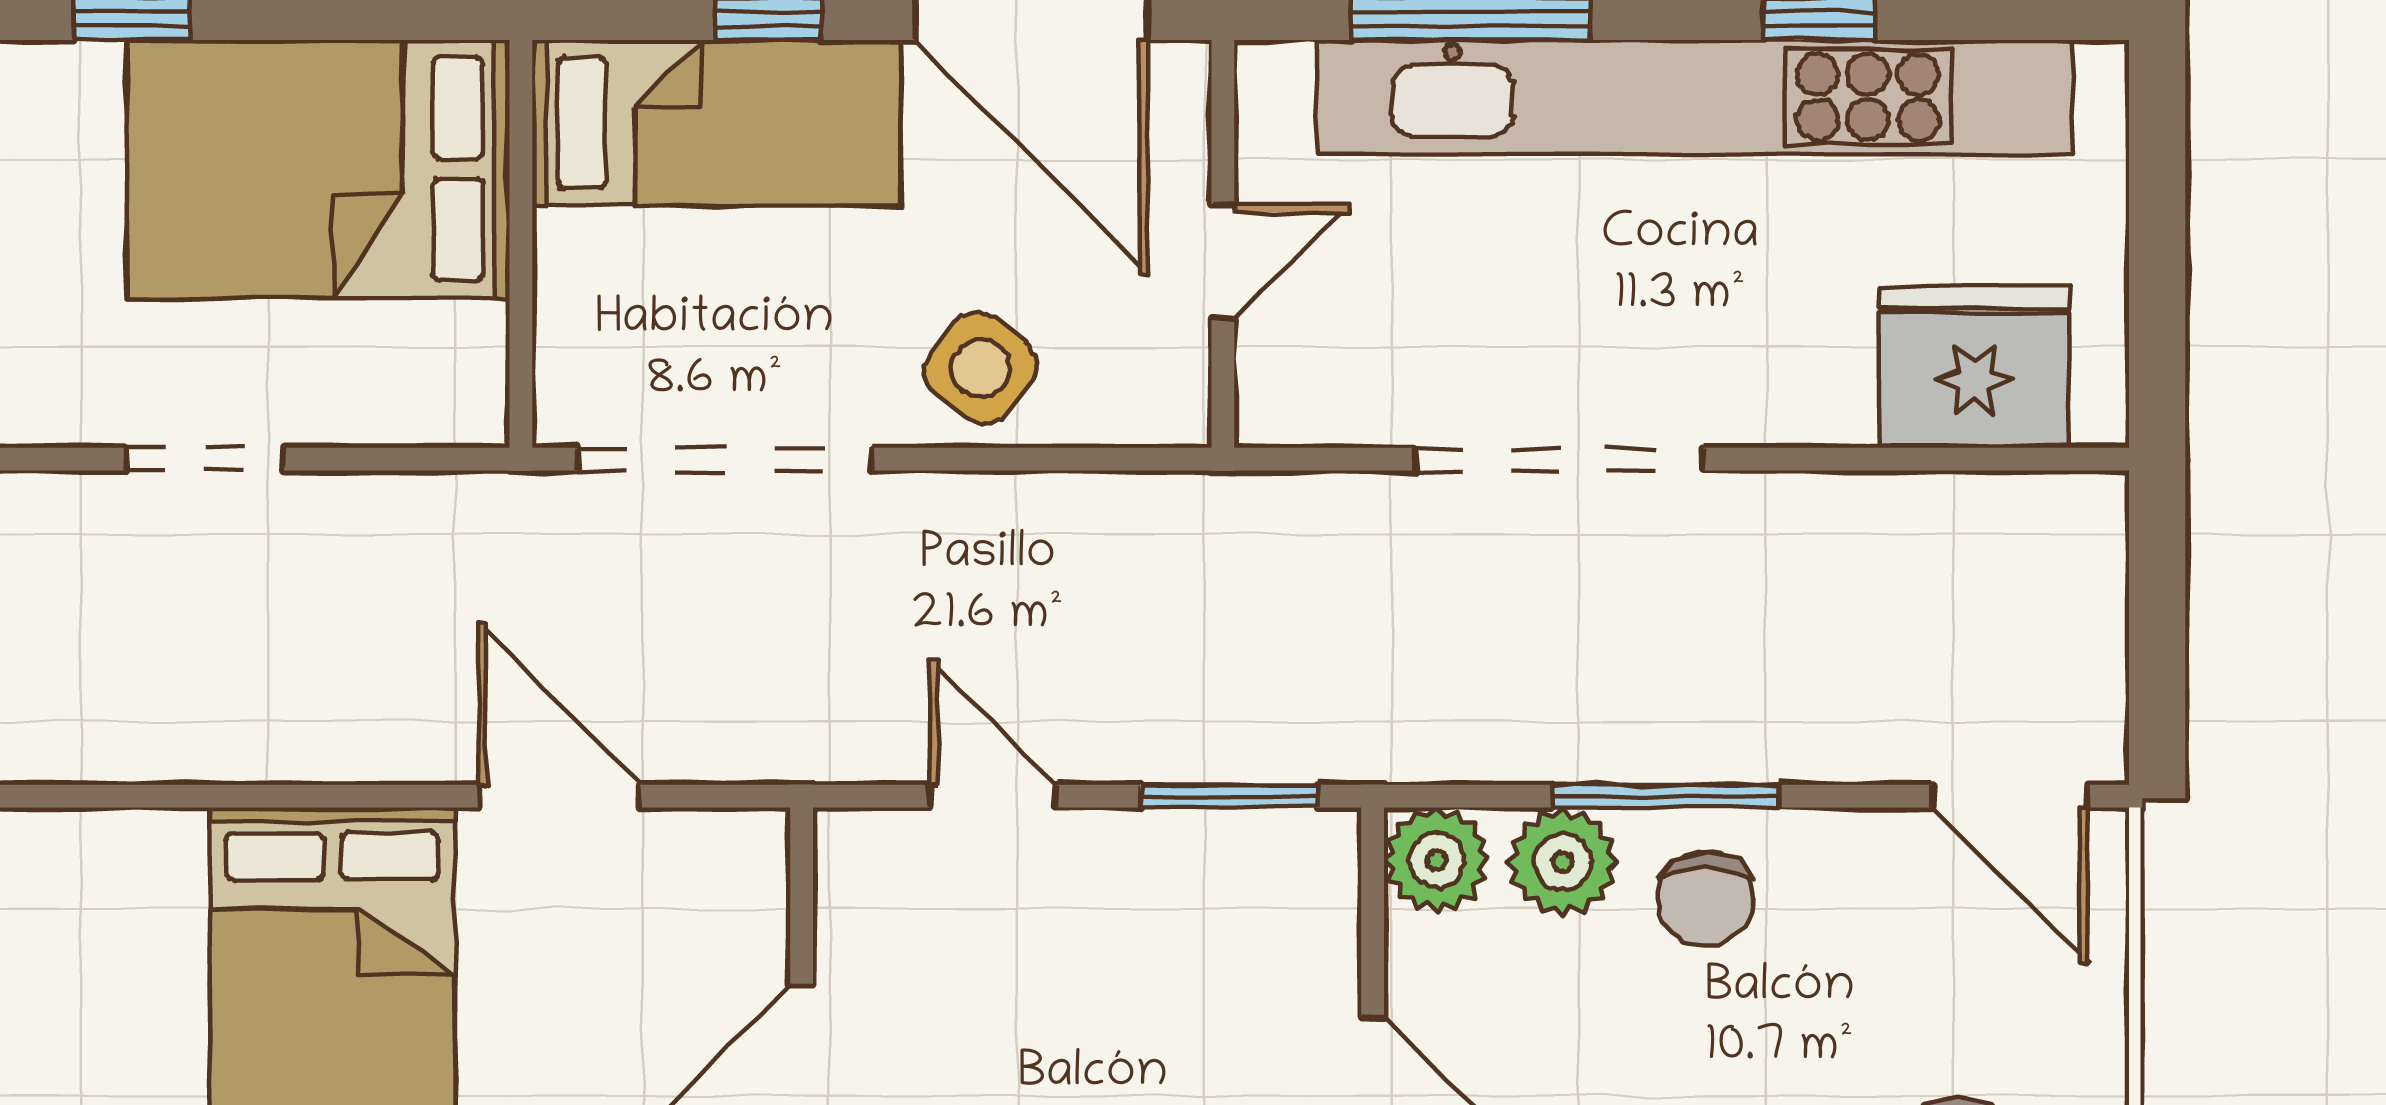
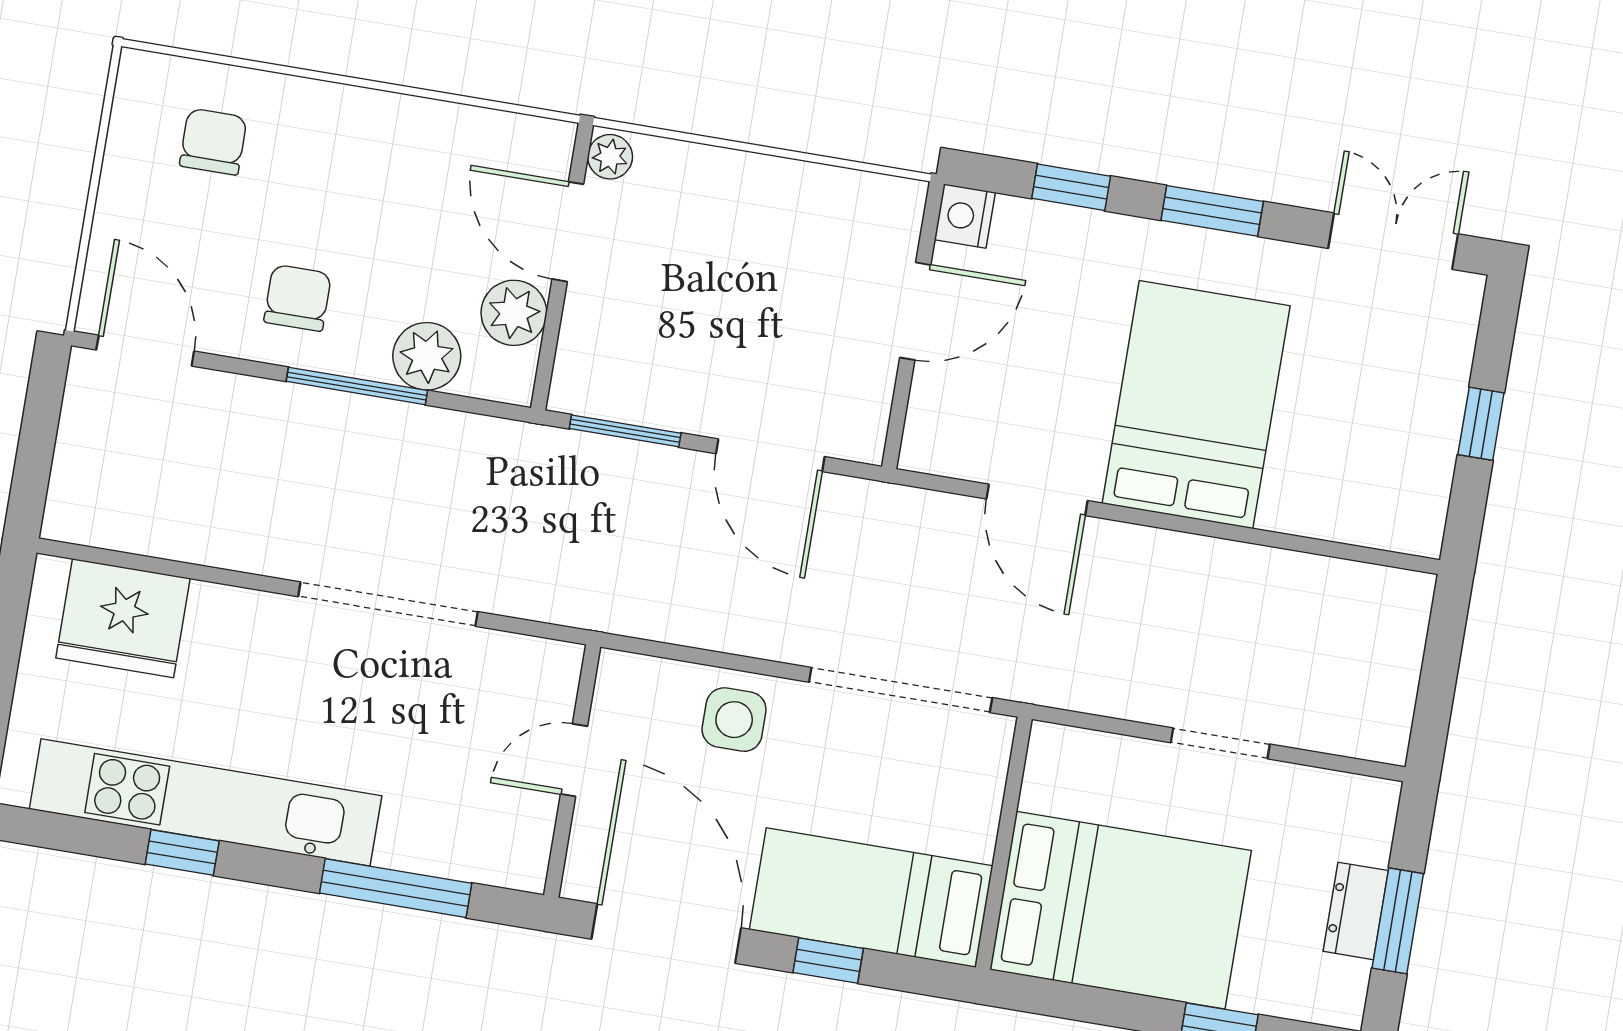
kitchen unit: (1694, 97) -> (206, 802), width x0.73
side table: (980, 368) -> (734, 720), turned -38
door: (993, 796) -> (770, 455), width x1.38
plant: (1436, 860) -> (514, 313), moved
chair: (1706, 899) -> (298, 298), moved

